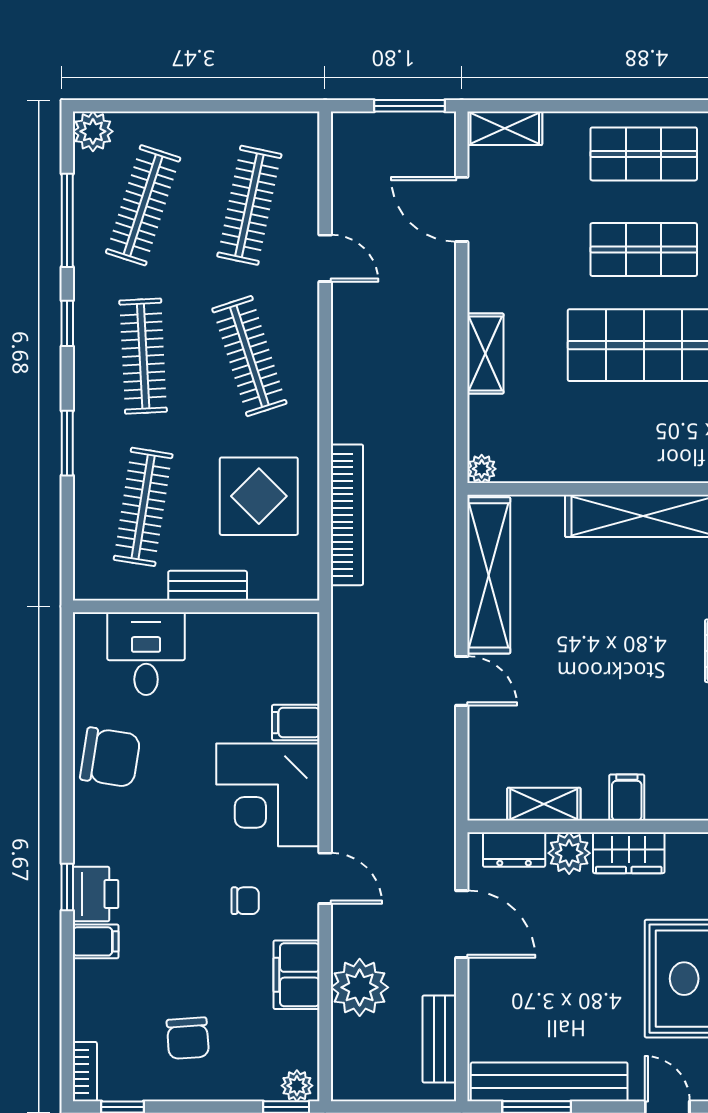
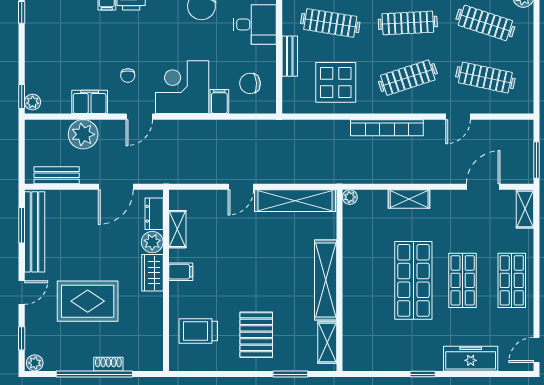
bookcase: (347, 515) -> (387, 128), moved
chair: (188, 1038) -> (250, 83), moved

